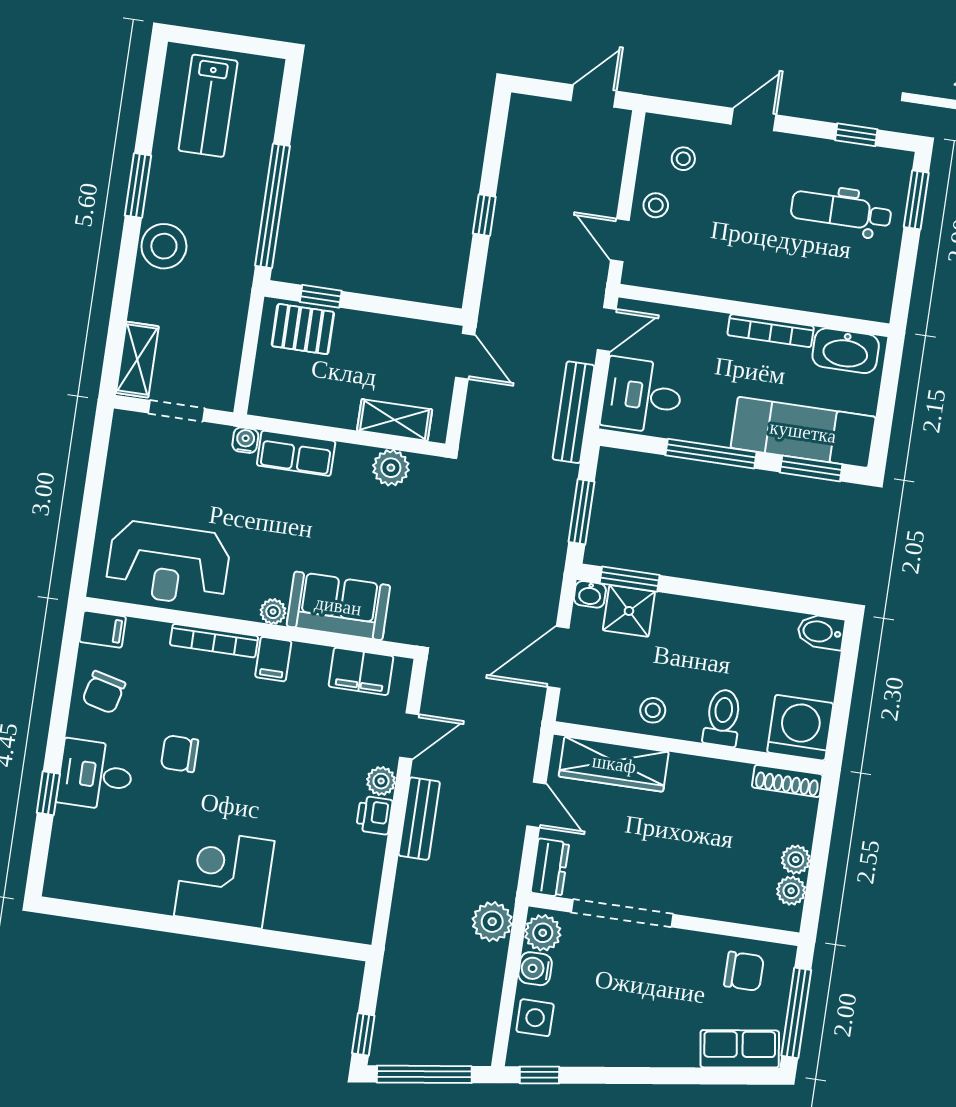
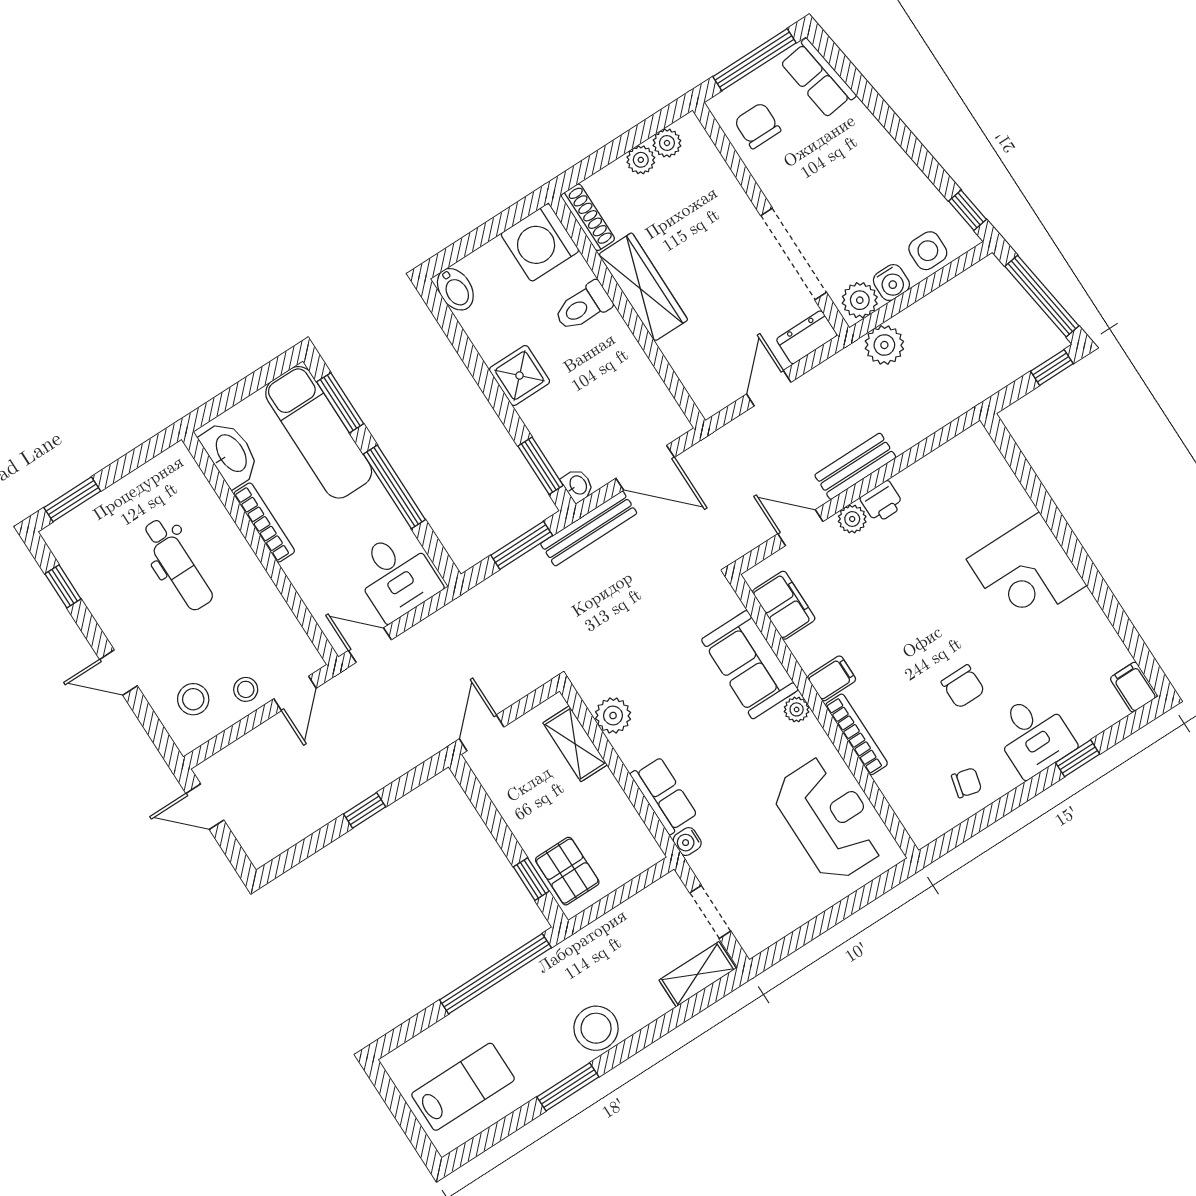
stool: (683, 159) -> (193, 699), width x1.37, depth x1.37
dental chair: (841, 211) -> (177, 564), moved
bench: (573, 412) -> (589, 528), moved
shower: (629, 611) -> (520, 376), moved
filing cabinet: (103, 629) -> (1134, 687), moved
chair: (104, 692) -> (967, 783), width x0.73, depth x0.73
stool: (653, 710) -> (623, 363), removed
wardrobe: (614, 764) -> (643, 287), moved

